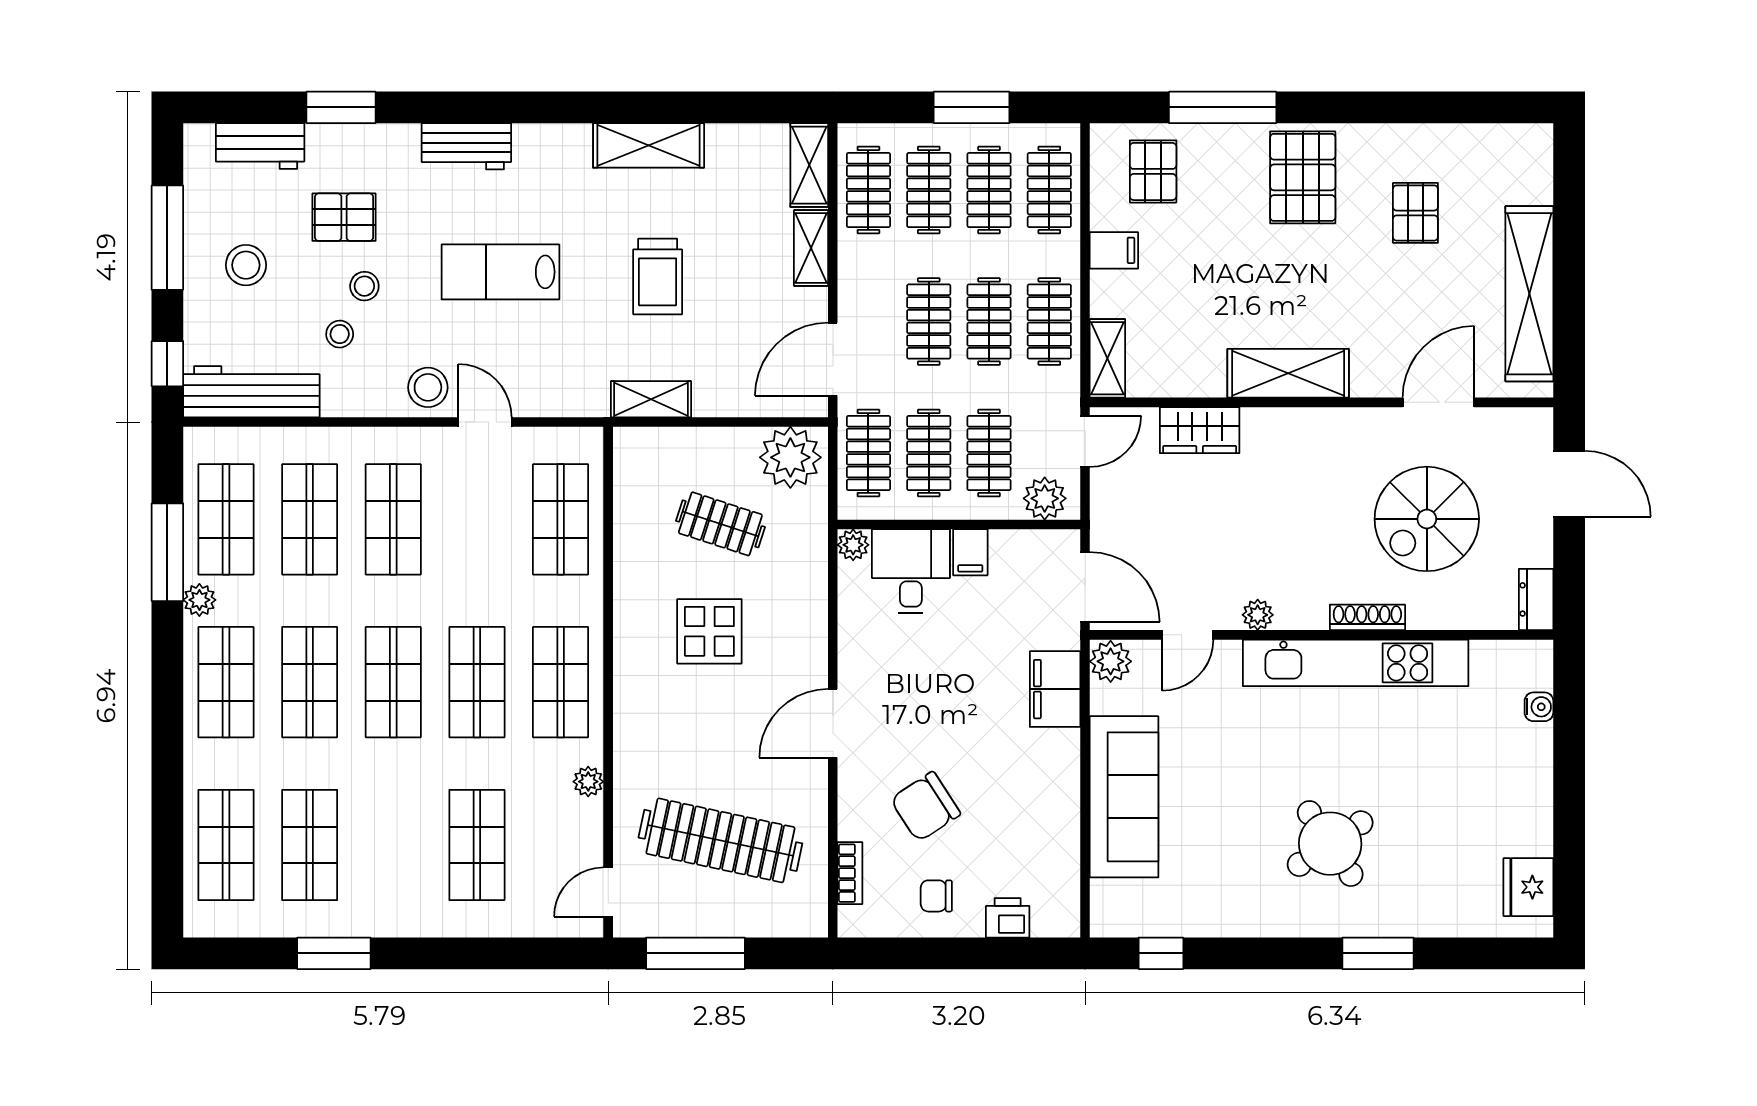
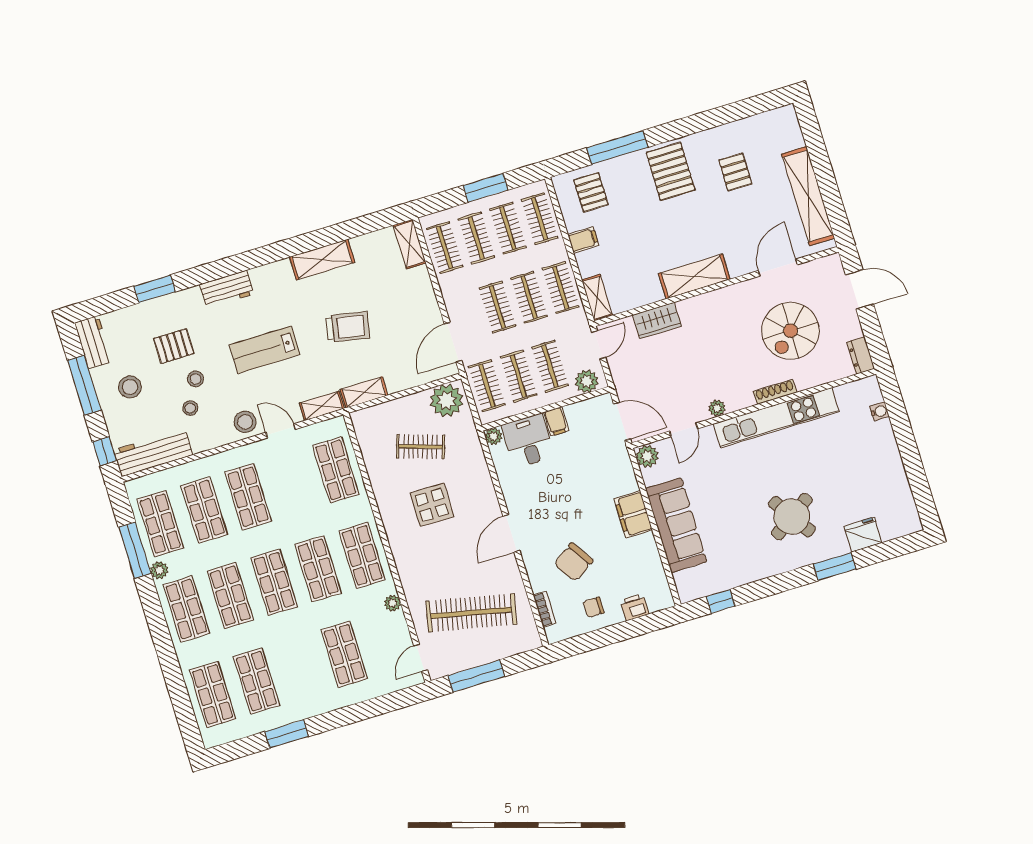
workbench: (260, 146) -> (93, 342), moved, turned -90
shelving: (811, 248) -> (322, 406), moved, turned 90
trolley: (658, 277) -> (348, 327), turned -79
filing cabinet: (1055, 689) -> (633, 514), moved
fridge: (1528, 887) -> (863, 534), moved, turned 90

